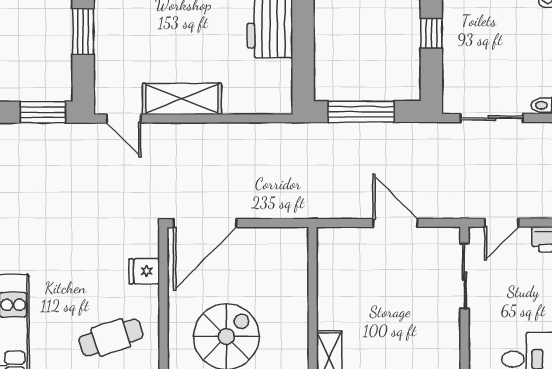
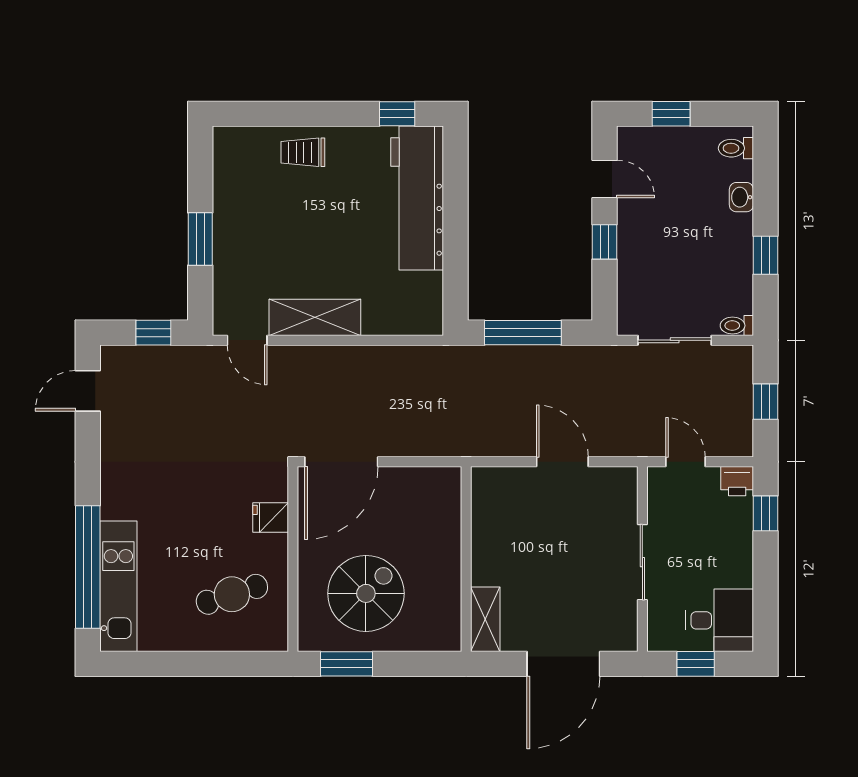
window: (43, 112) -> (153, 333), width x0.67
door: (501, 223) -> (686, 462), swing flipped
sliding door: (464, 276) -> (642, 562), moved

